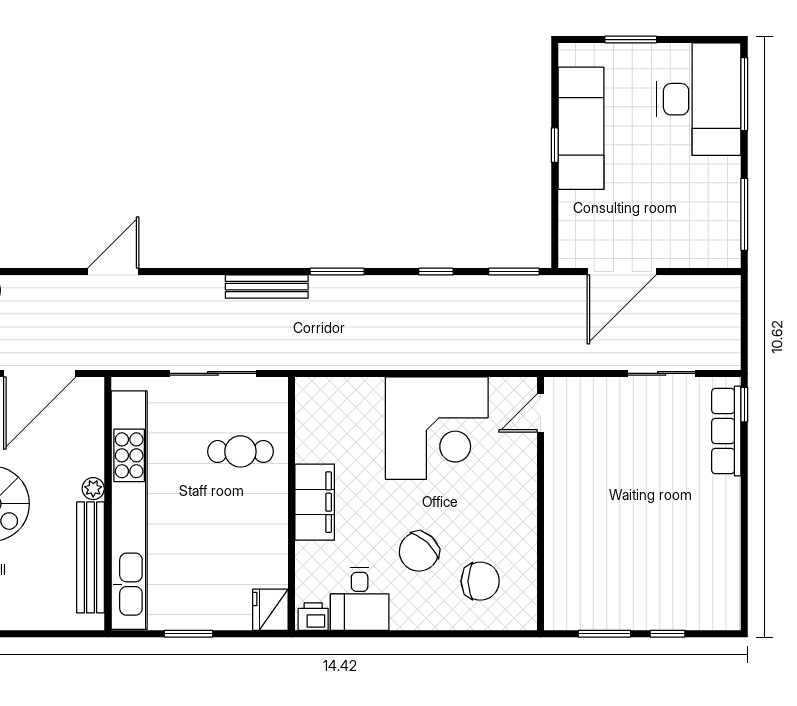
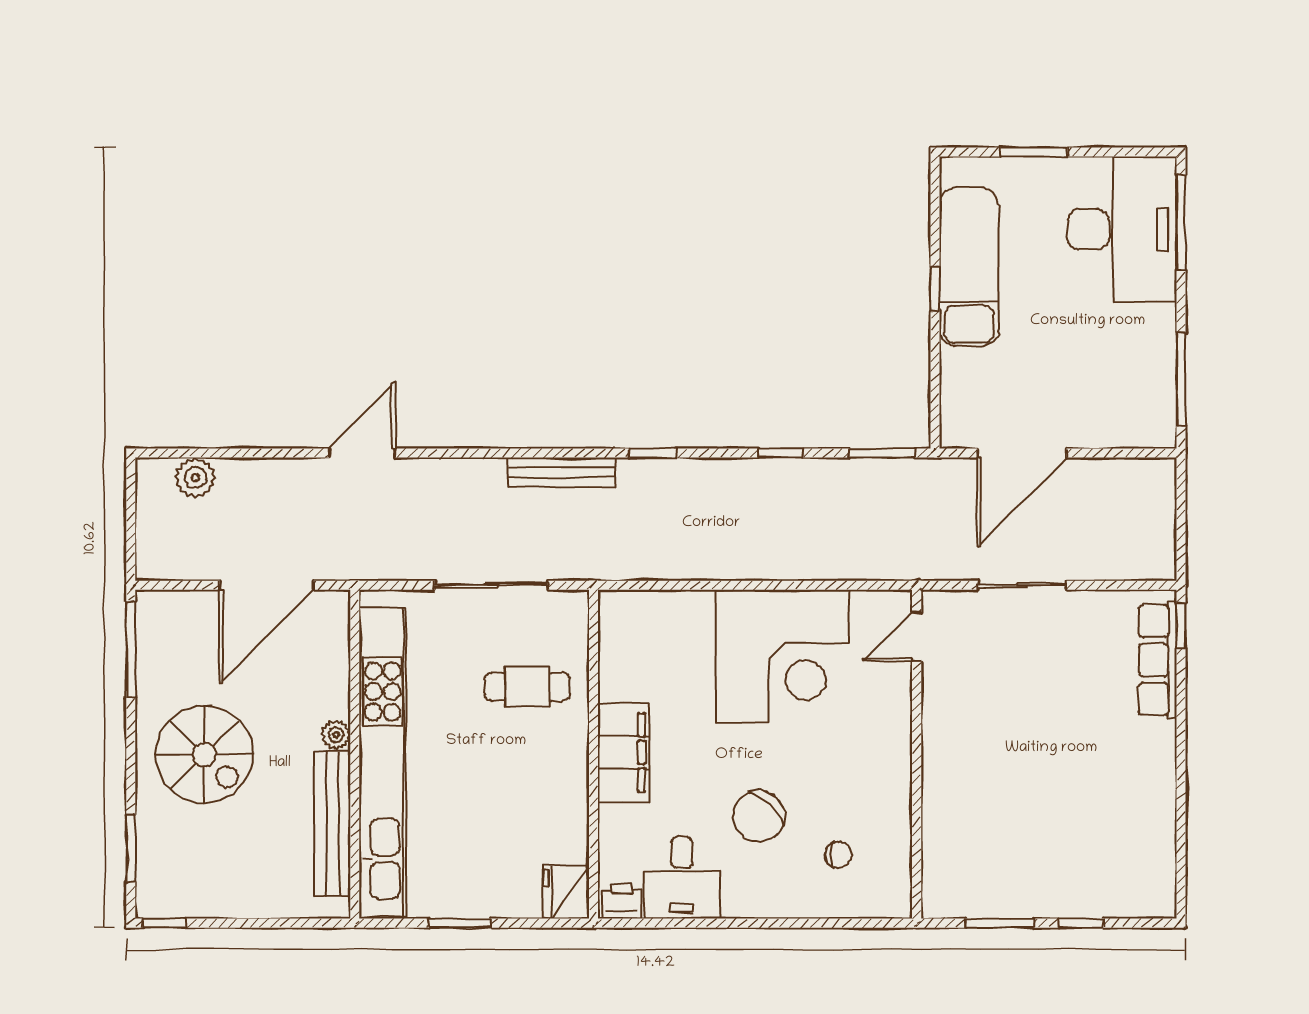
window: (337, 272) -> (653, 453), width x0.67
sliding door: (662, 373) -> (1022, 585), moved
chair: (480, 581) -> (838, 855), width x0.54, depth x0.54

